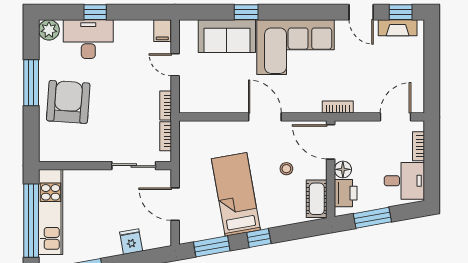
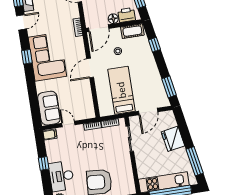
window: (95, 12) -> (44, 163), moved
window: (246, 12) -> (27, 57), moved
sofa: (227, 36) -> (49, 108), moved
door: (175, 65) -> (68, 124), swing flipped
bed: (236, 194) -> (121, 90), moved, turned 100
window: (259, 238) -> (154, 45), moved
fridge: (131, 242) -> (173, 139), width x1.88, depth x1.34

